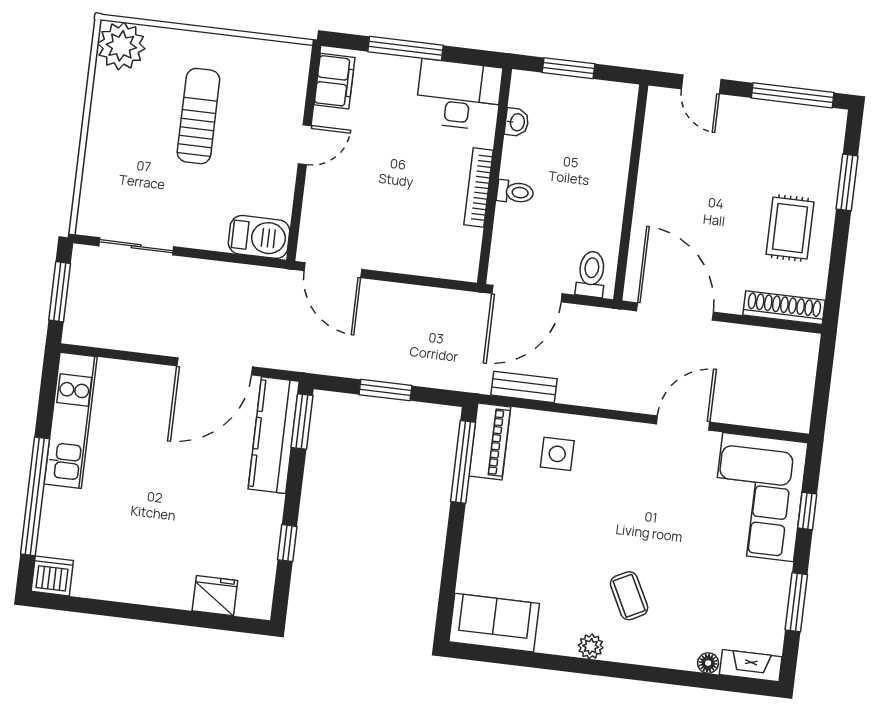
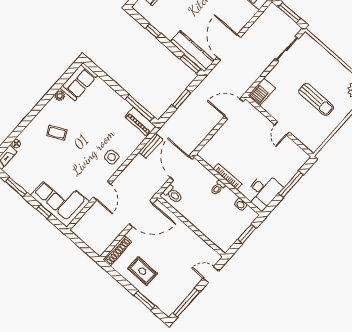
filing cabinet: (335, 81) -> (296, 153), removed
side table: (557, 454) -> (112, 157), moved
plant: (591, 646) -> (60, 96), moved

